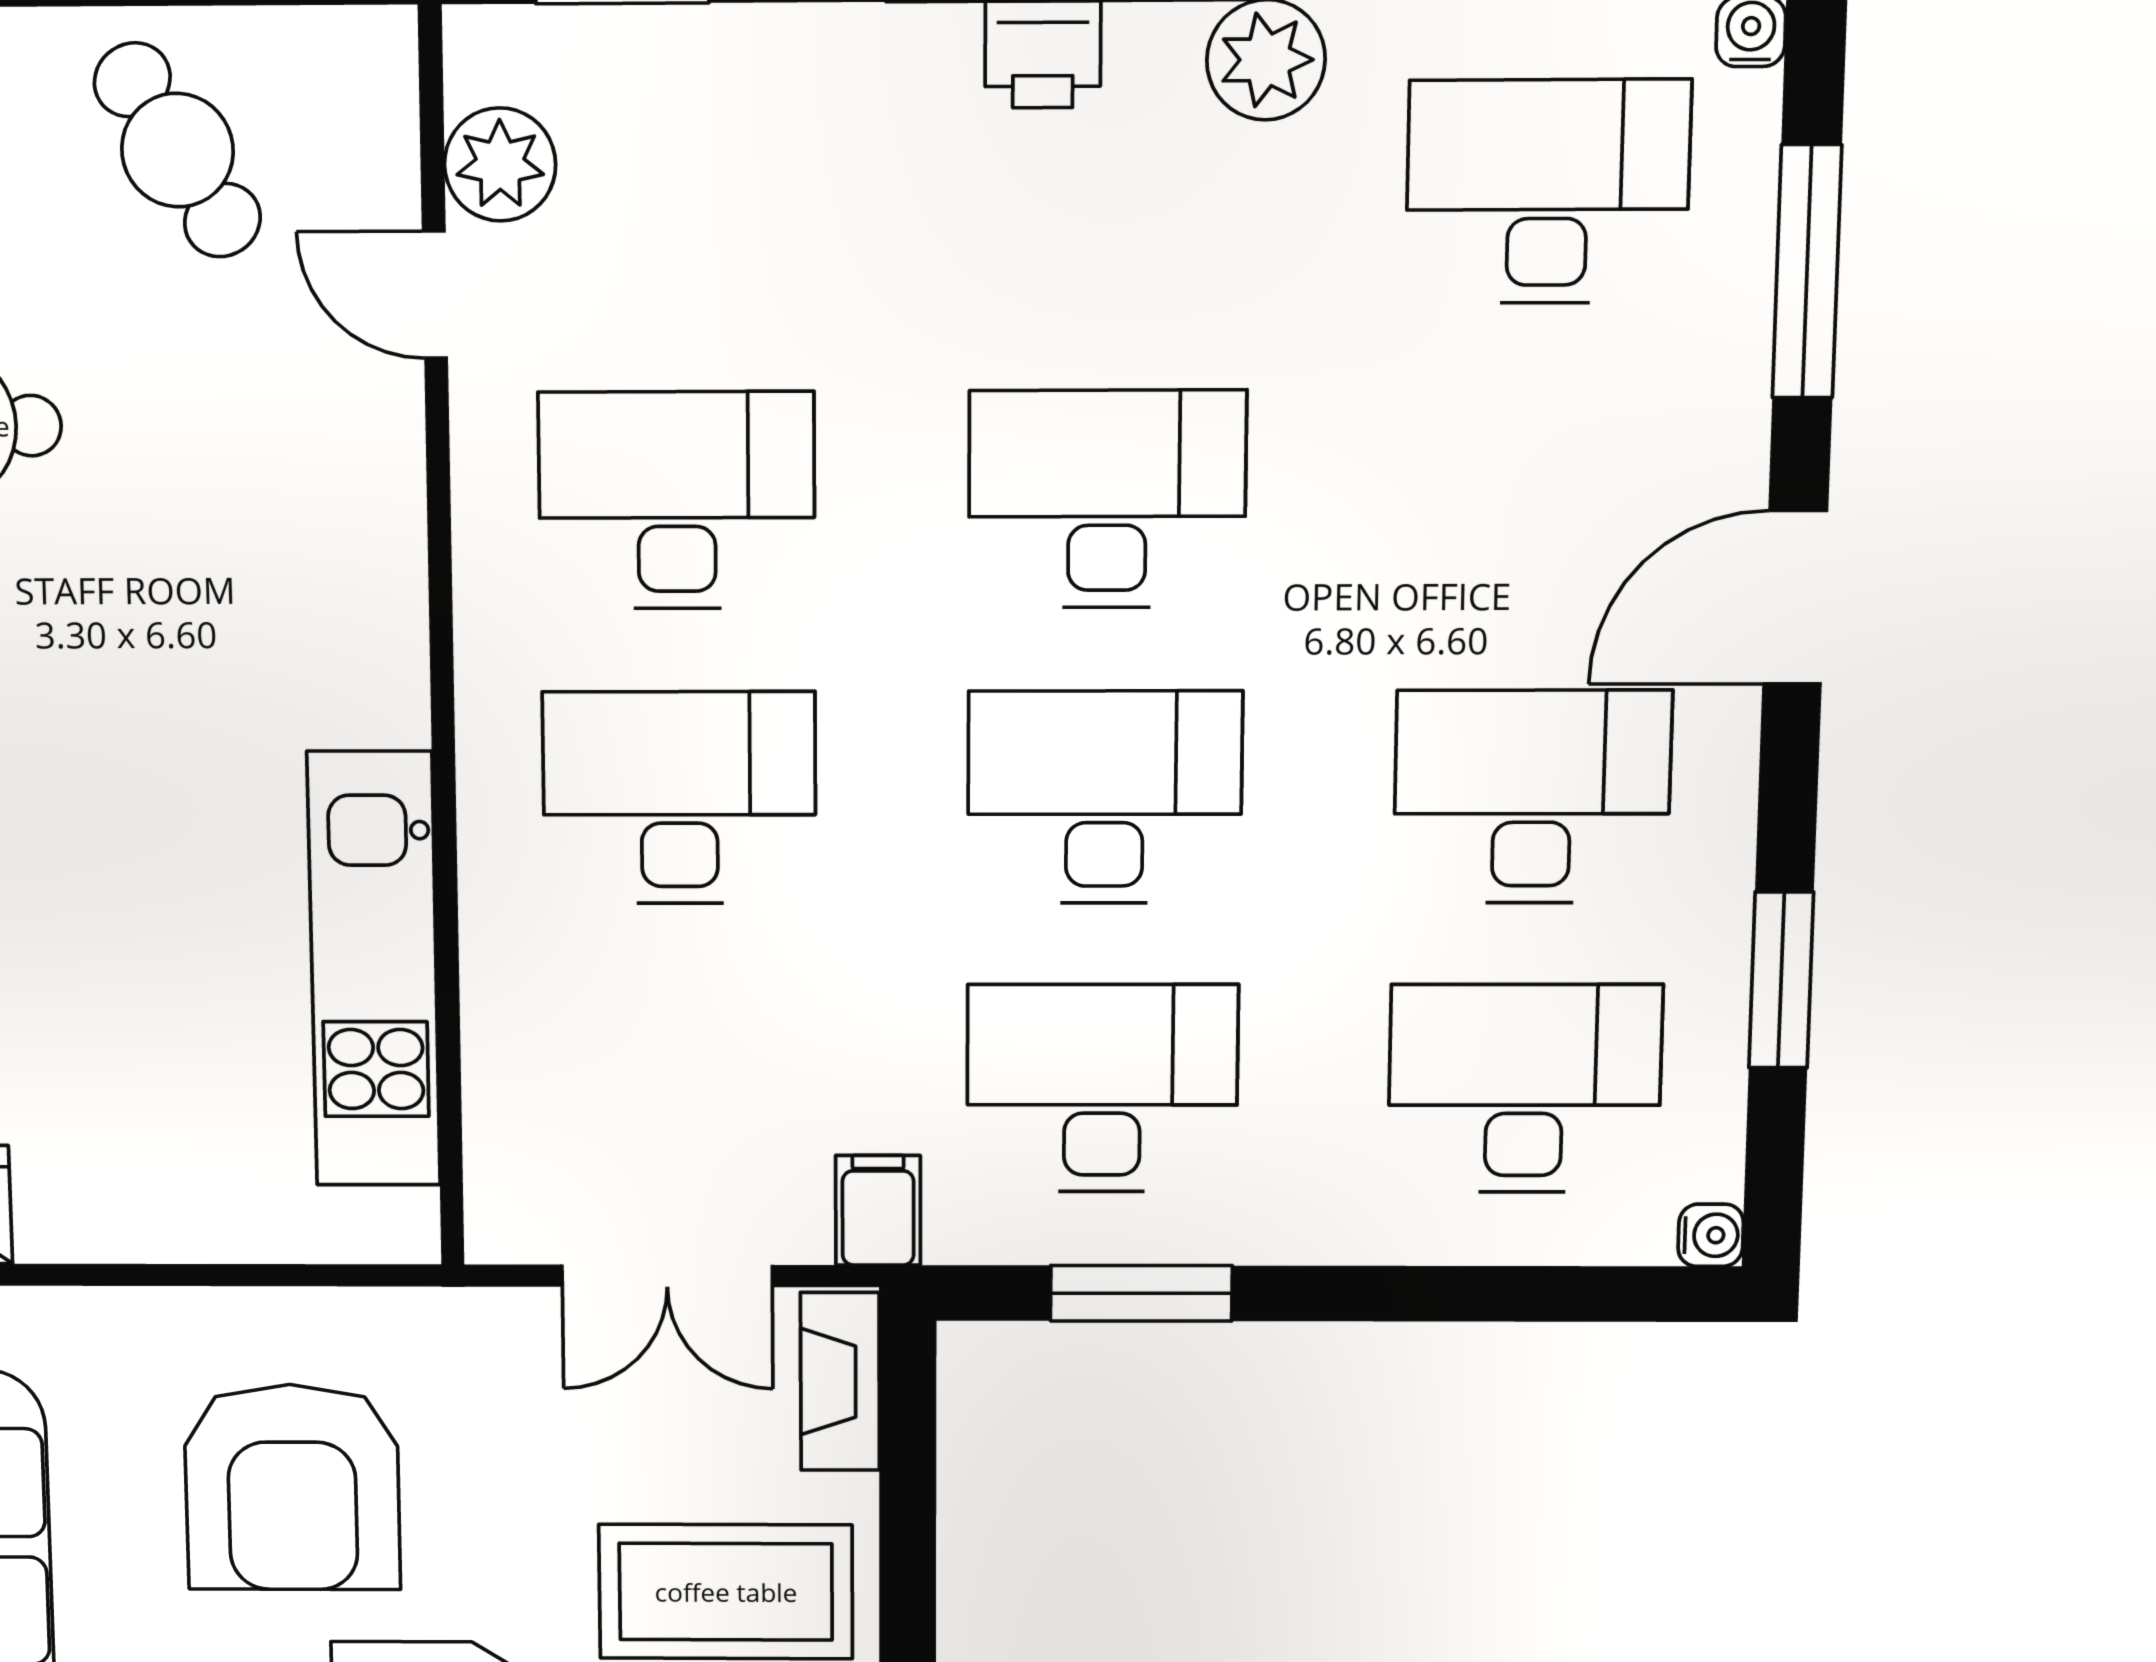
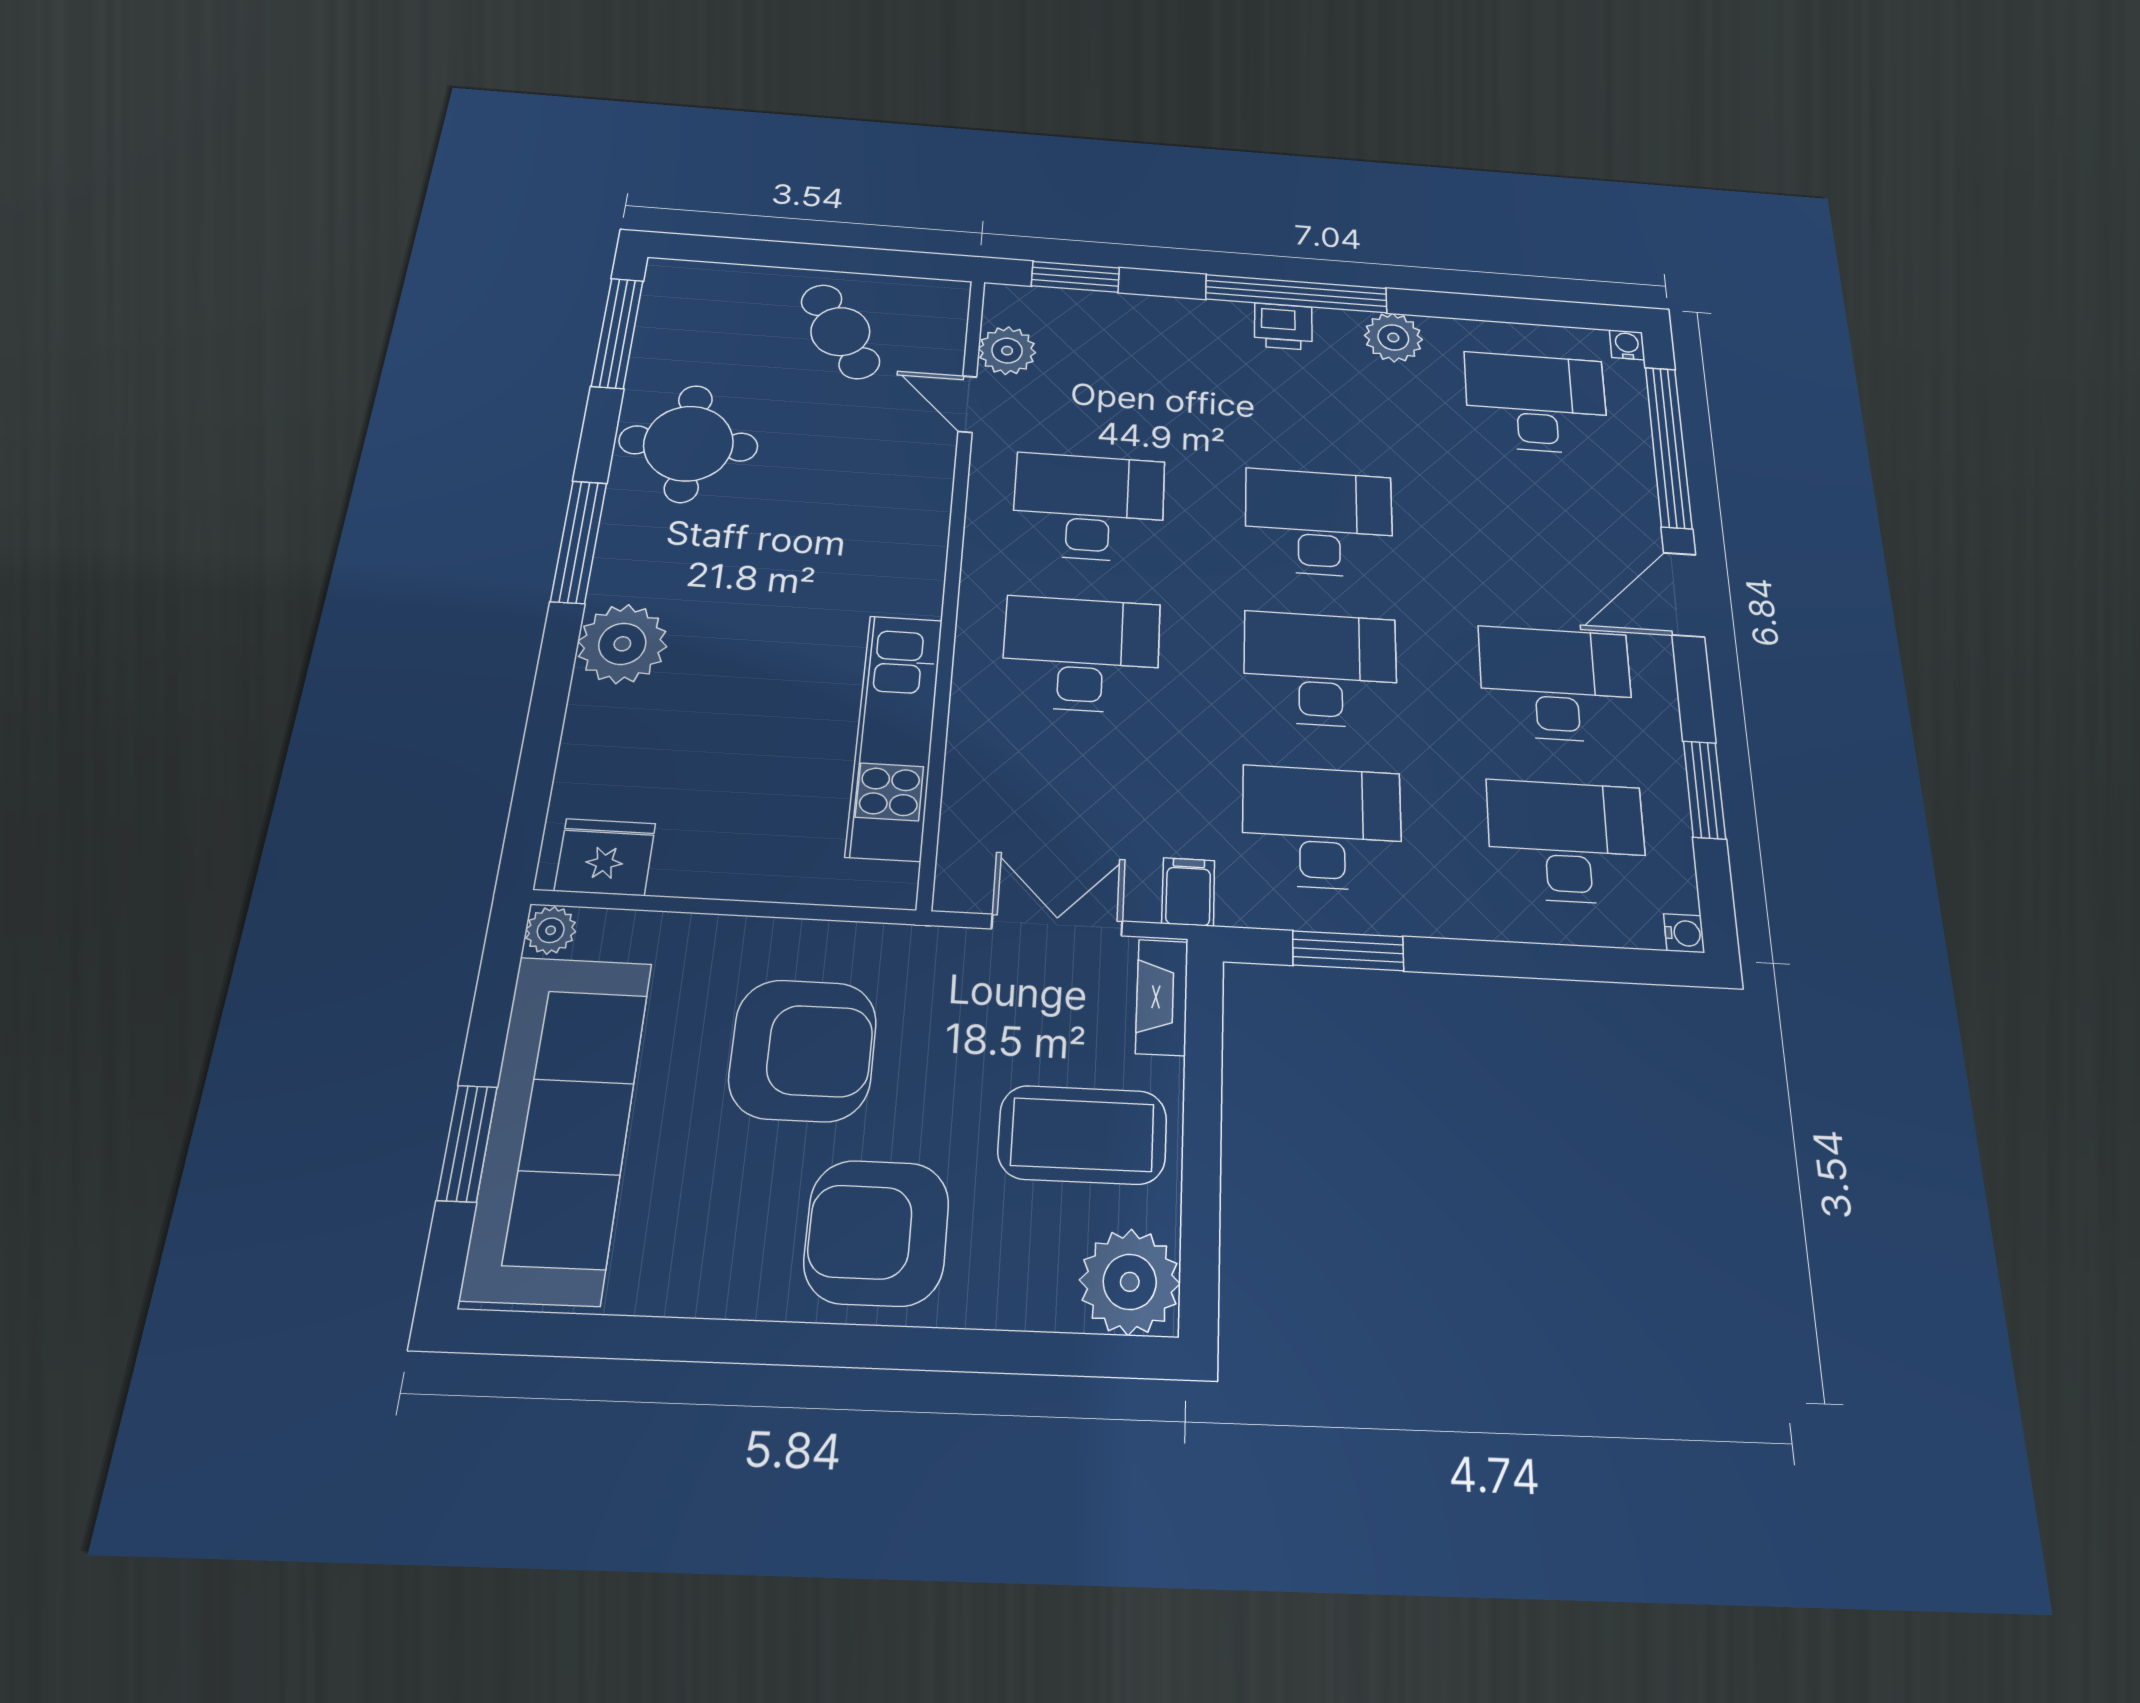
window: (1807, 272) -> (1668, 447), width x1.46
double door: (667, 1276) -> (1057, 925), swing flipped
armchair: (292, 1487) -> (803, 1050), turned -90

